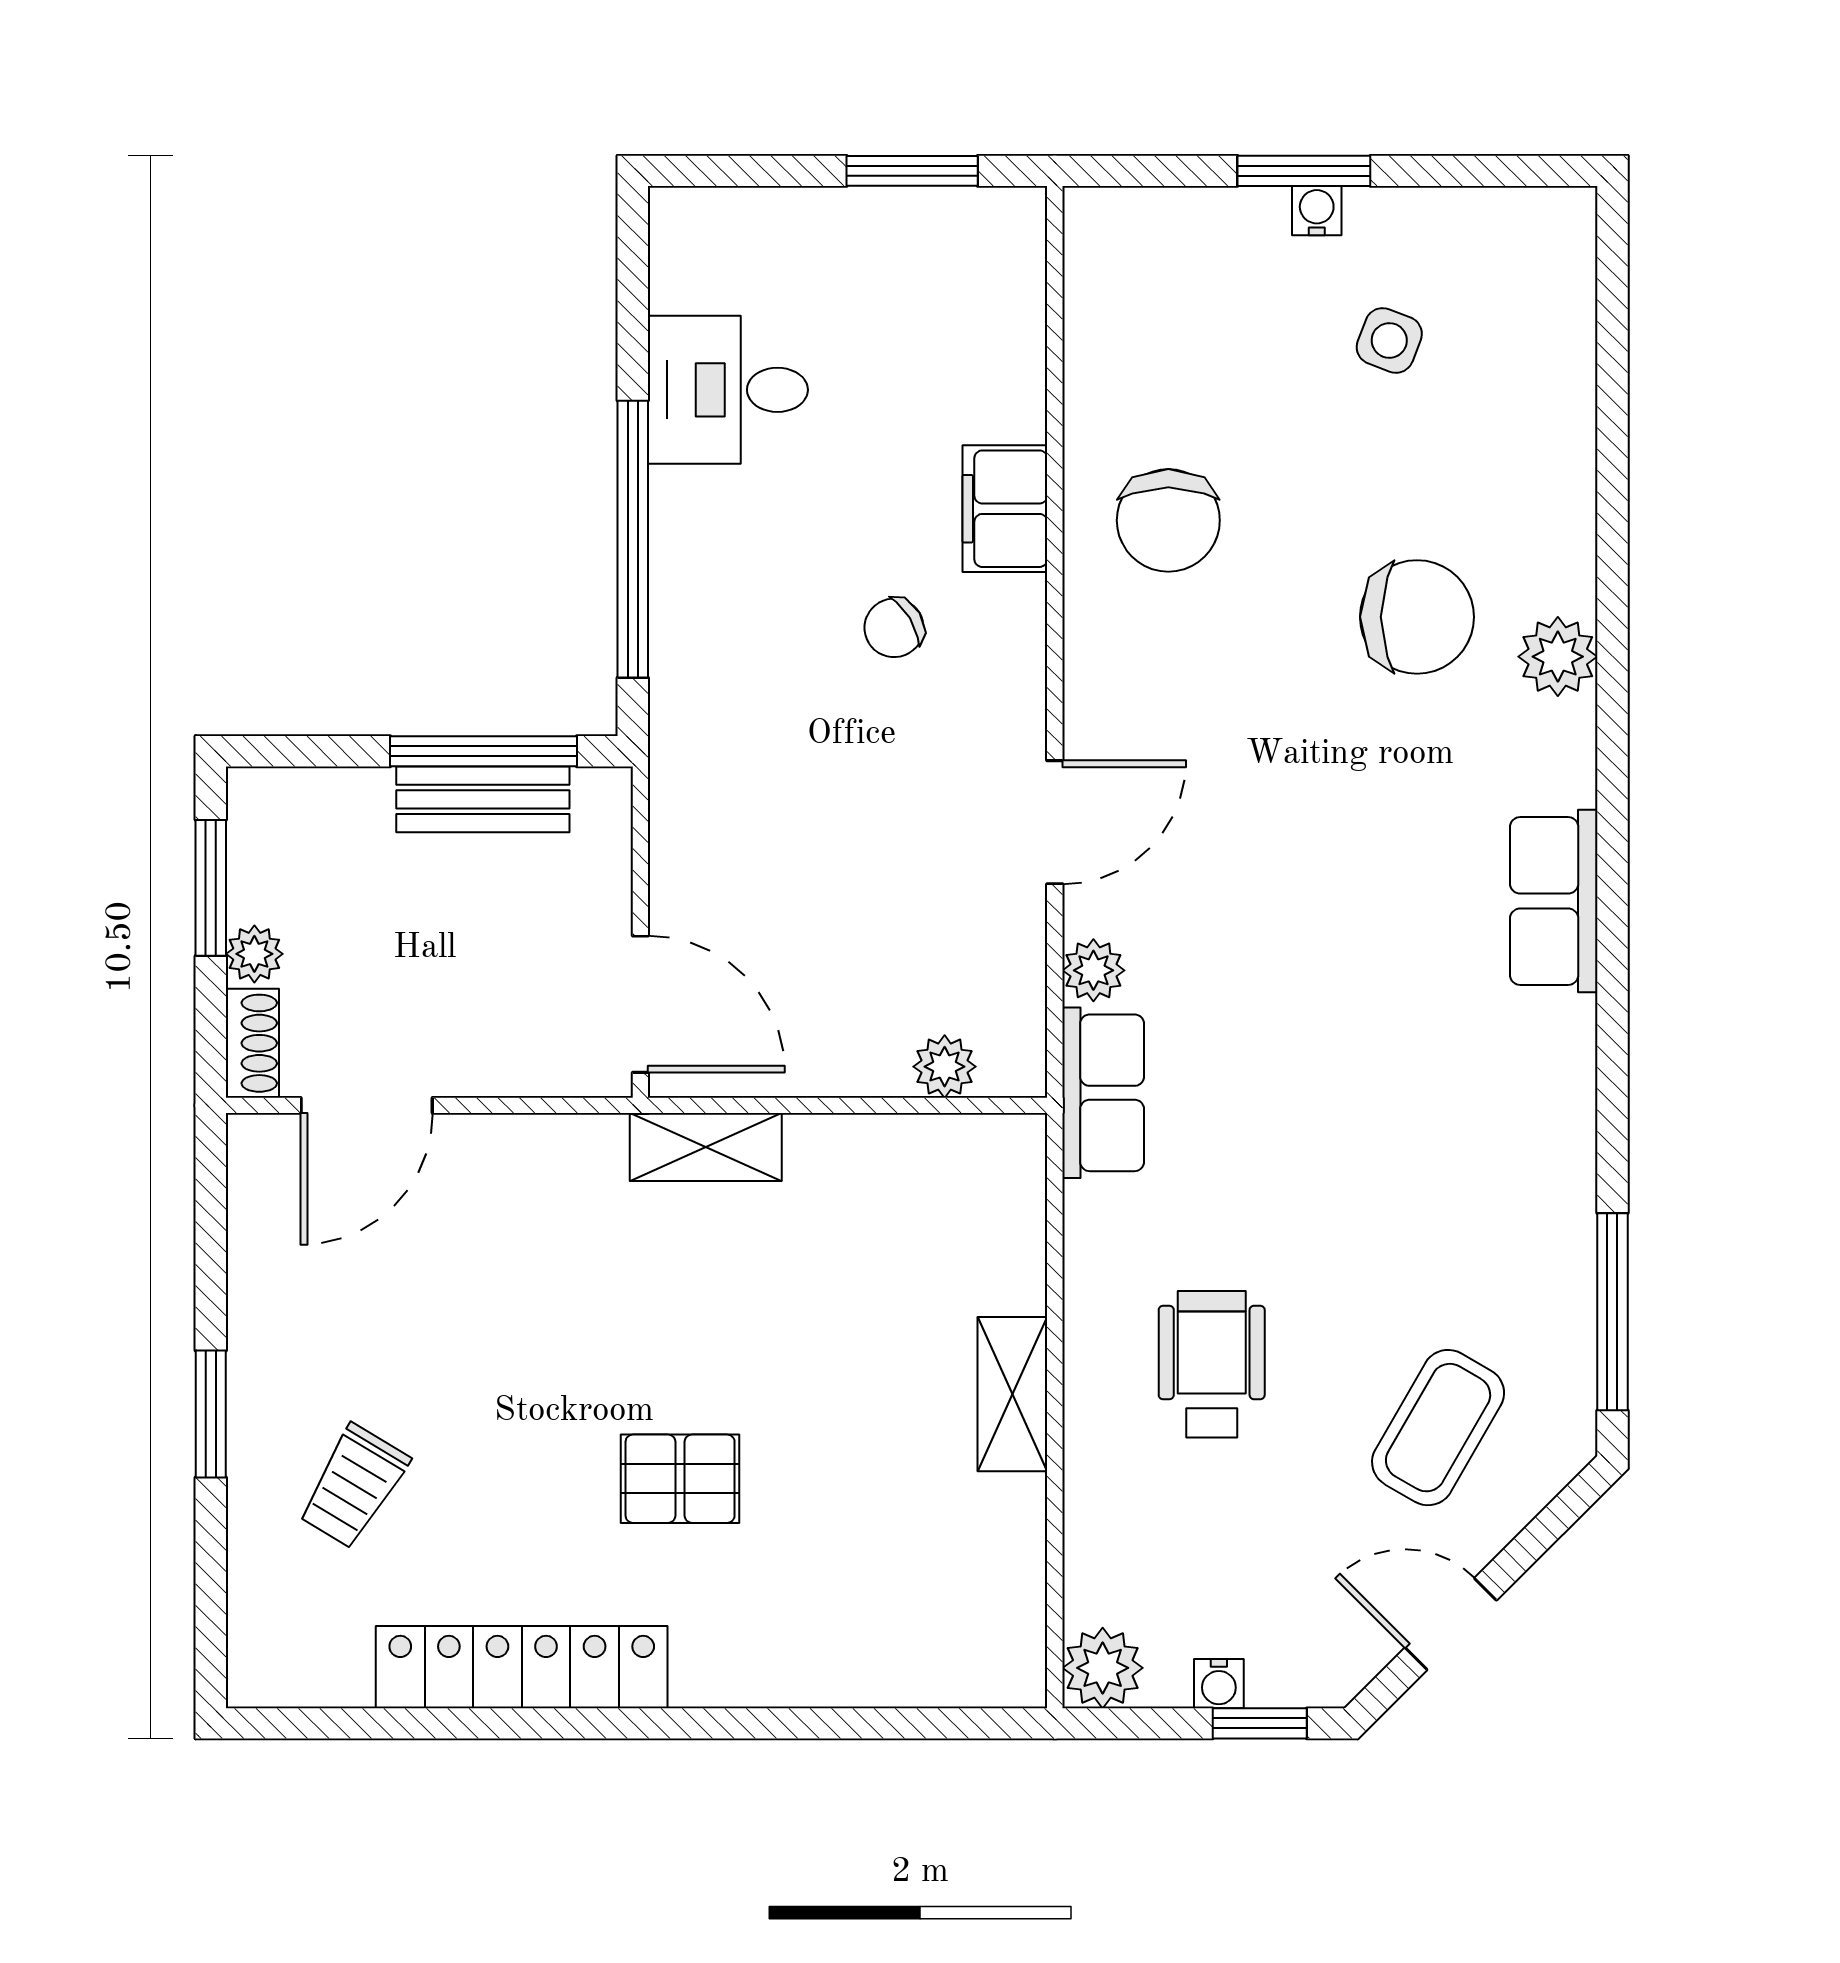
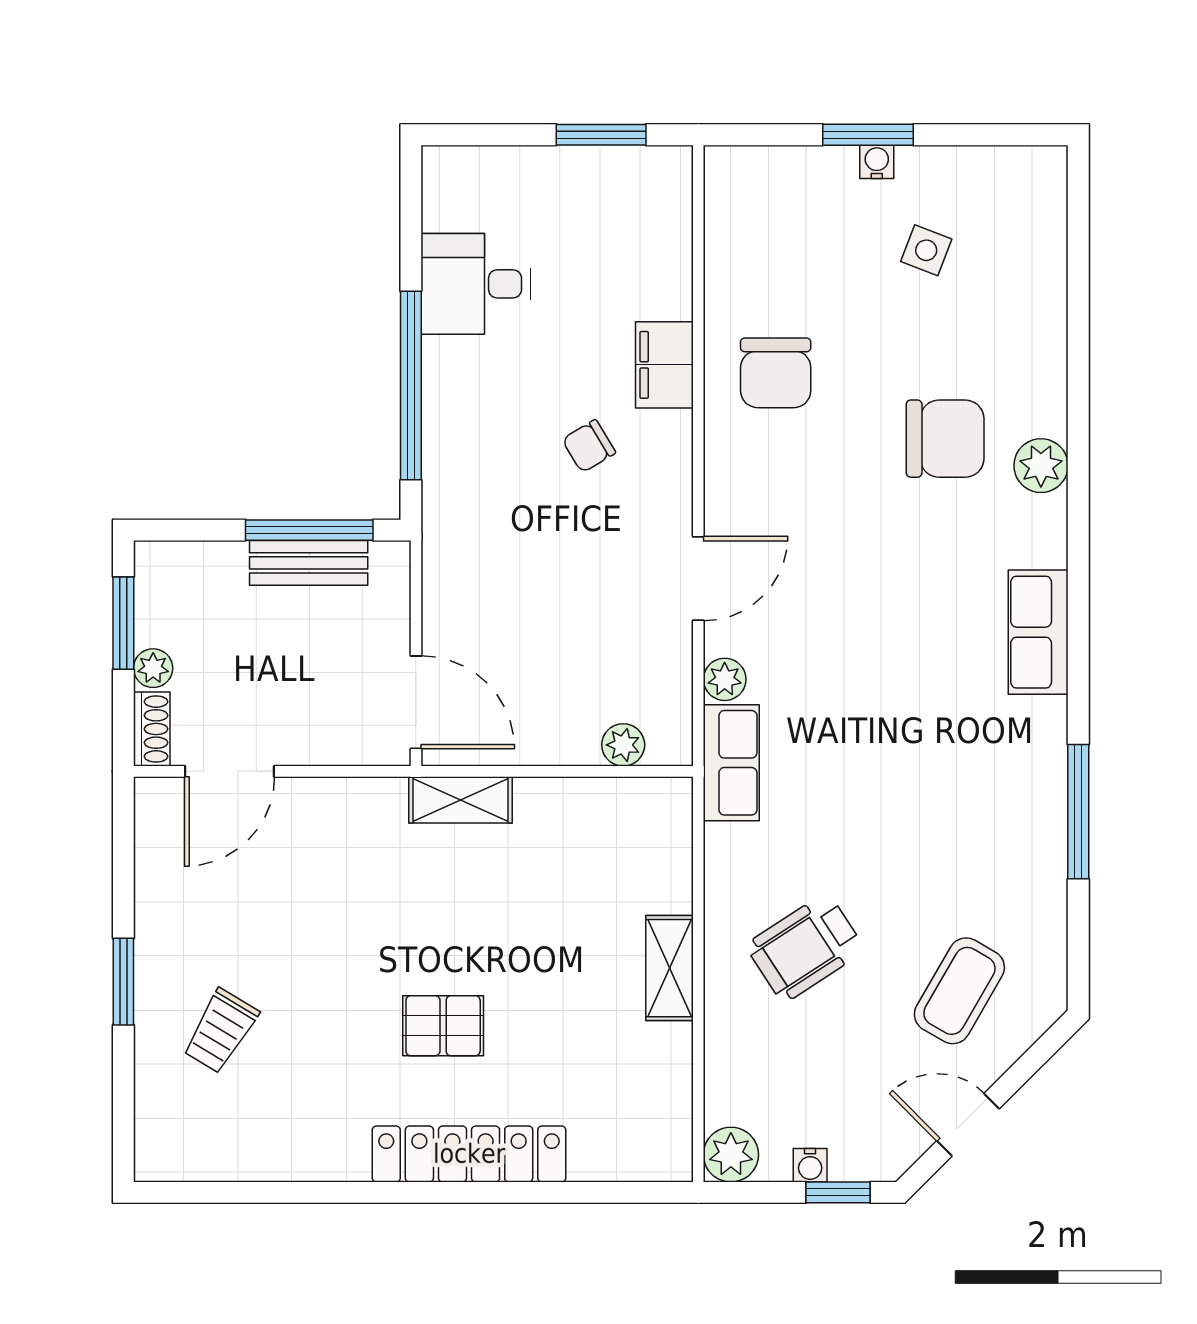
window: (1612, 1312) -> (1078, 812), moved
wheelchair: (1212, 1364) -> (805, 948), turned -123
locker: (522, 1667) -> (469, 1154), moved

